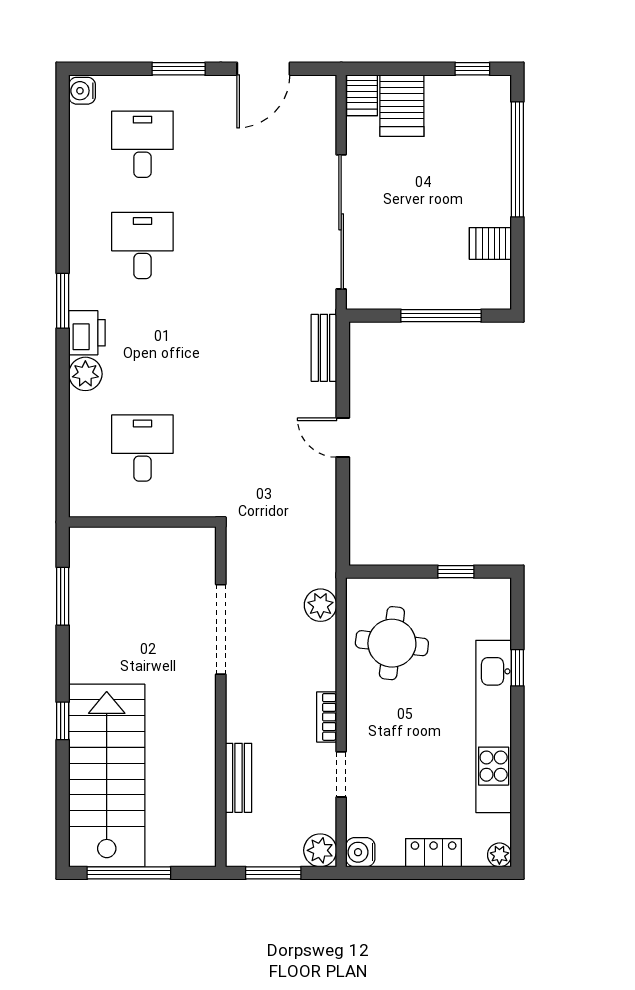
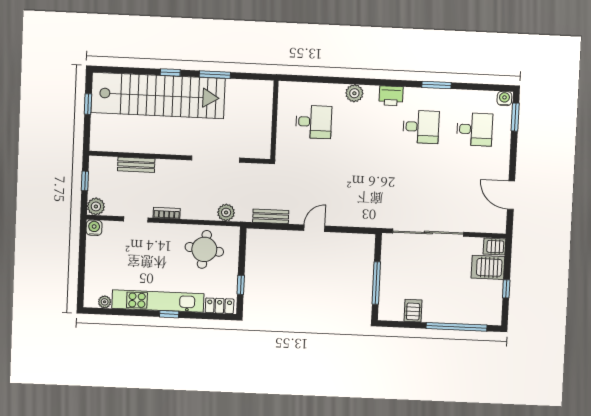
window: (179, 69) -> (515, 117), moved
window: (472, 69) -> (506, 289), moved
window: (63, 301) -> (436, 85), moved
printer: (87, 333) -> (391, 96), moved
bench: (324, 348) -> (271, 216), moved
window: (63, 596) -> (215, 75), moved
window: (517, 668) -> (169, 314), moved
stairs: (107, 775) -> (158, 95), width x1.36
locker: (434, 853) -> (220, 306), moved, turned -90
plant: (499, 855) -> (105, 302), moved
window: (129, 873) -> (88, 104), width x0.46
window: (273, 873) -> (85, 181), width x0.67

